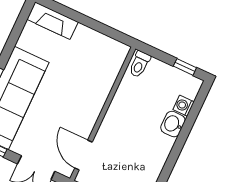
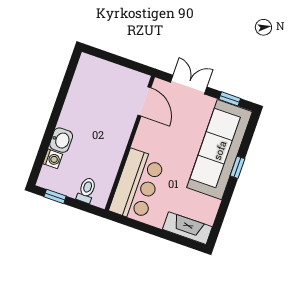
toilet: (139, 64) -> (86, 190), moved
bar counter: (100, 70) -> (137, 185), added

